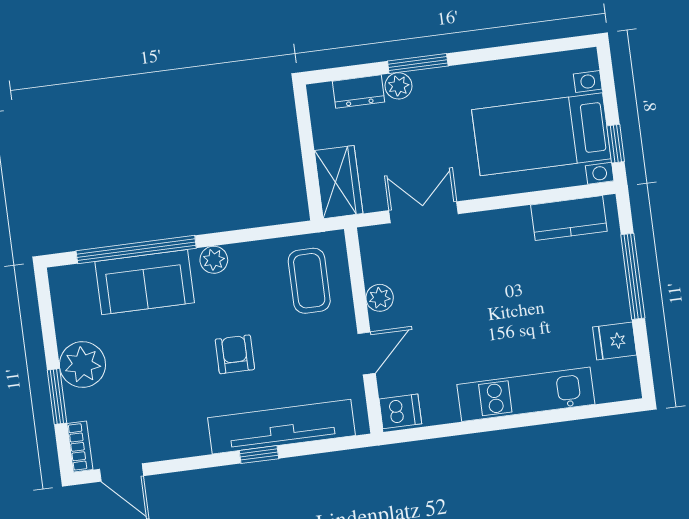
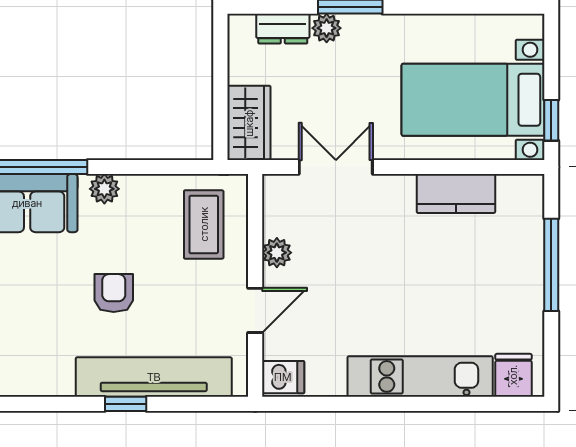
kitchen counter: (569, 218) -> (456, 194), moved
fridge: (615, 341) -> (513, 375), moved, turned 90

